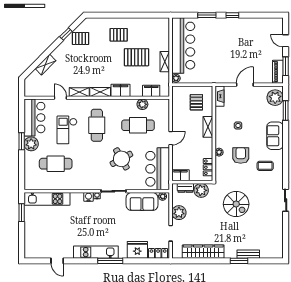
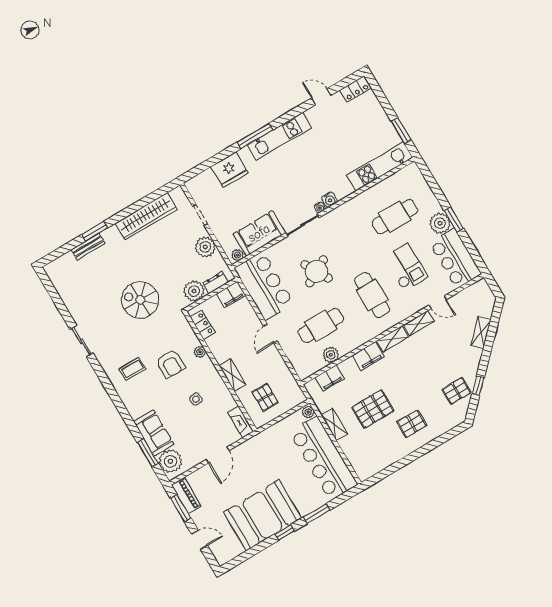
booth: (239, 33) -> (263, 515), added
sofa: (275, 136) -> (154, 433), moved
locker: (158, 253) -> (356, 89), moved

